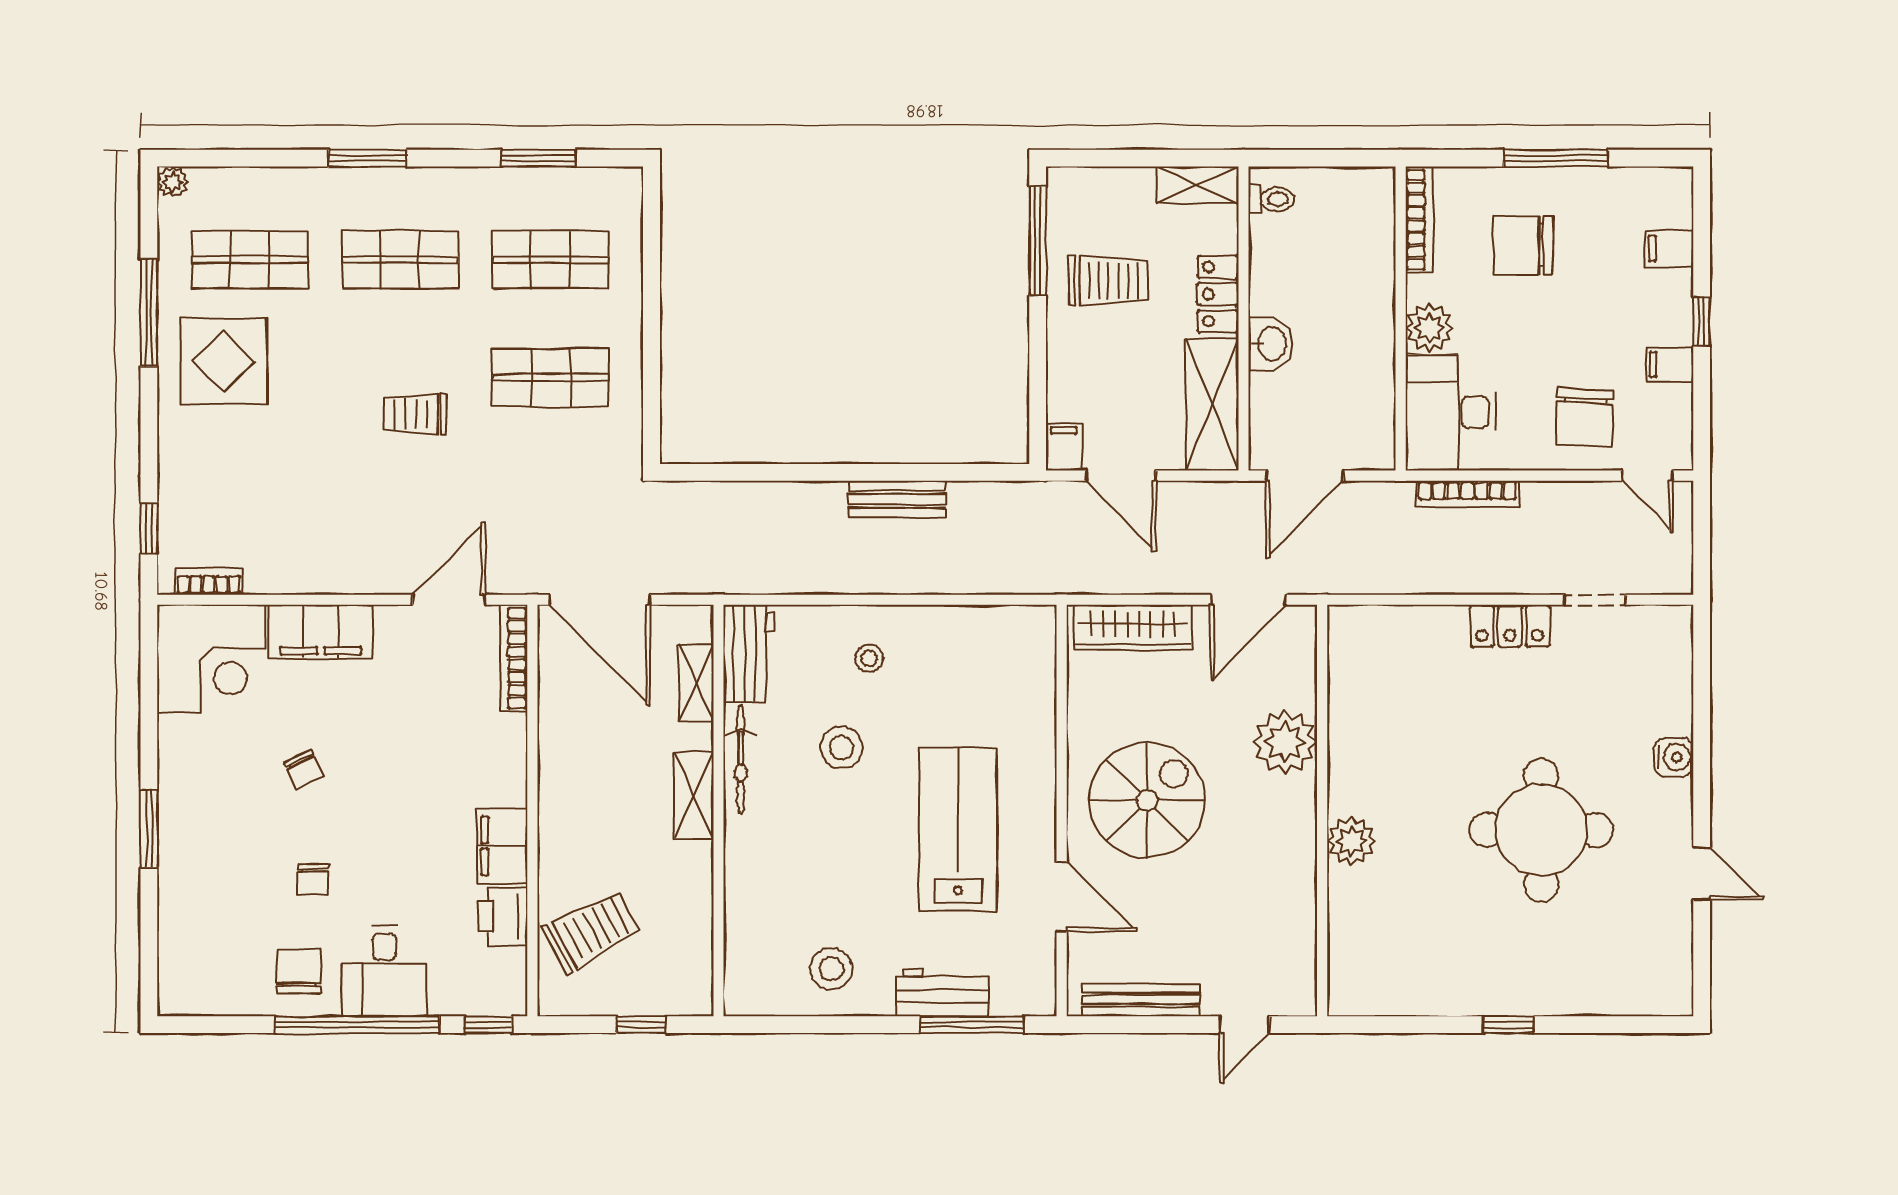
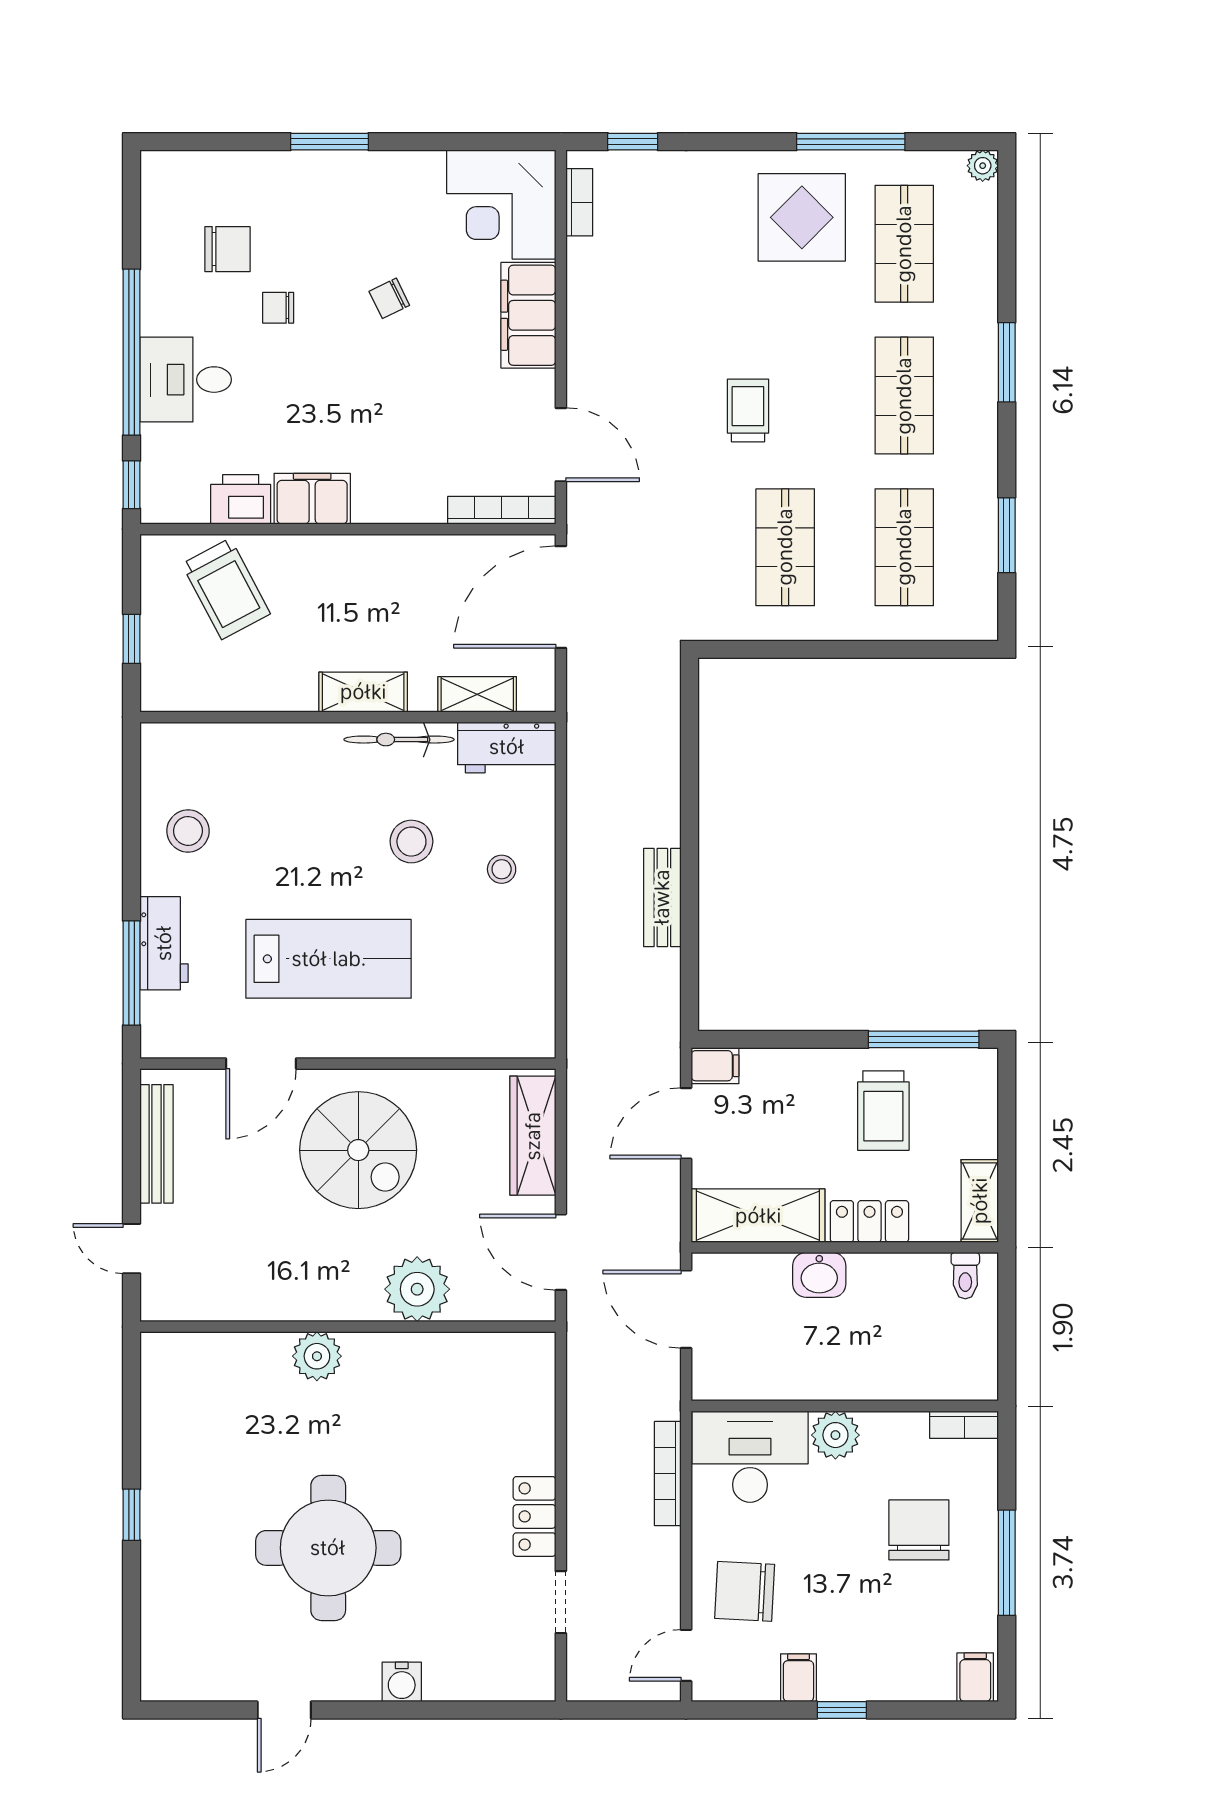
bookcase: (1419, 220) -> (964, 1425), width x0.64
filing cabinet: (1669, 249) -> (975, 1677), moved
chair: (299, 971) -> (228, 249), moved

